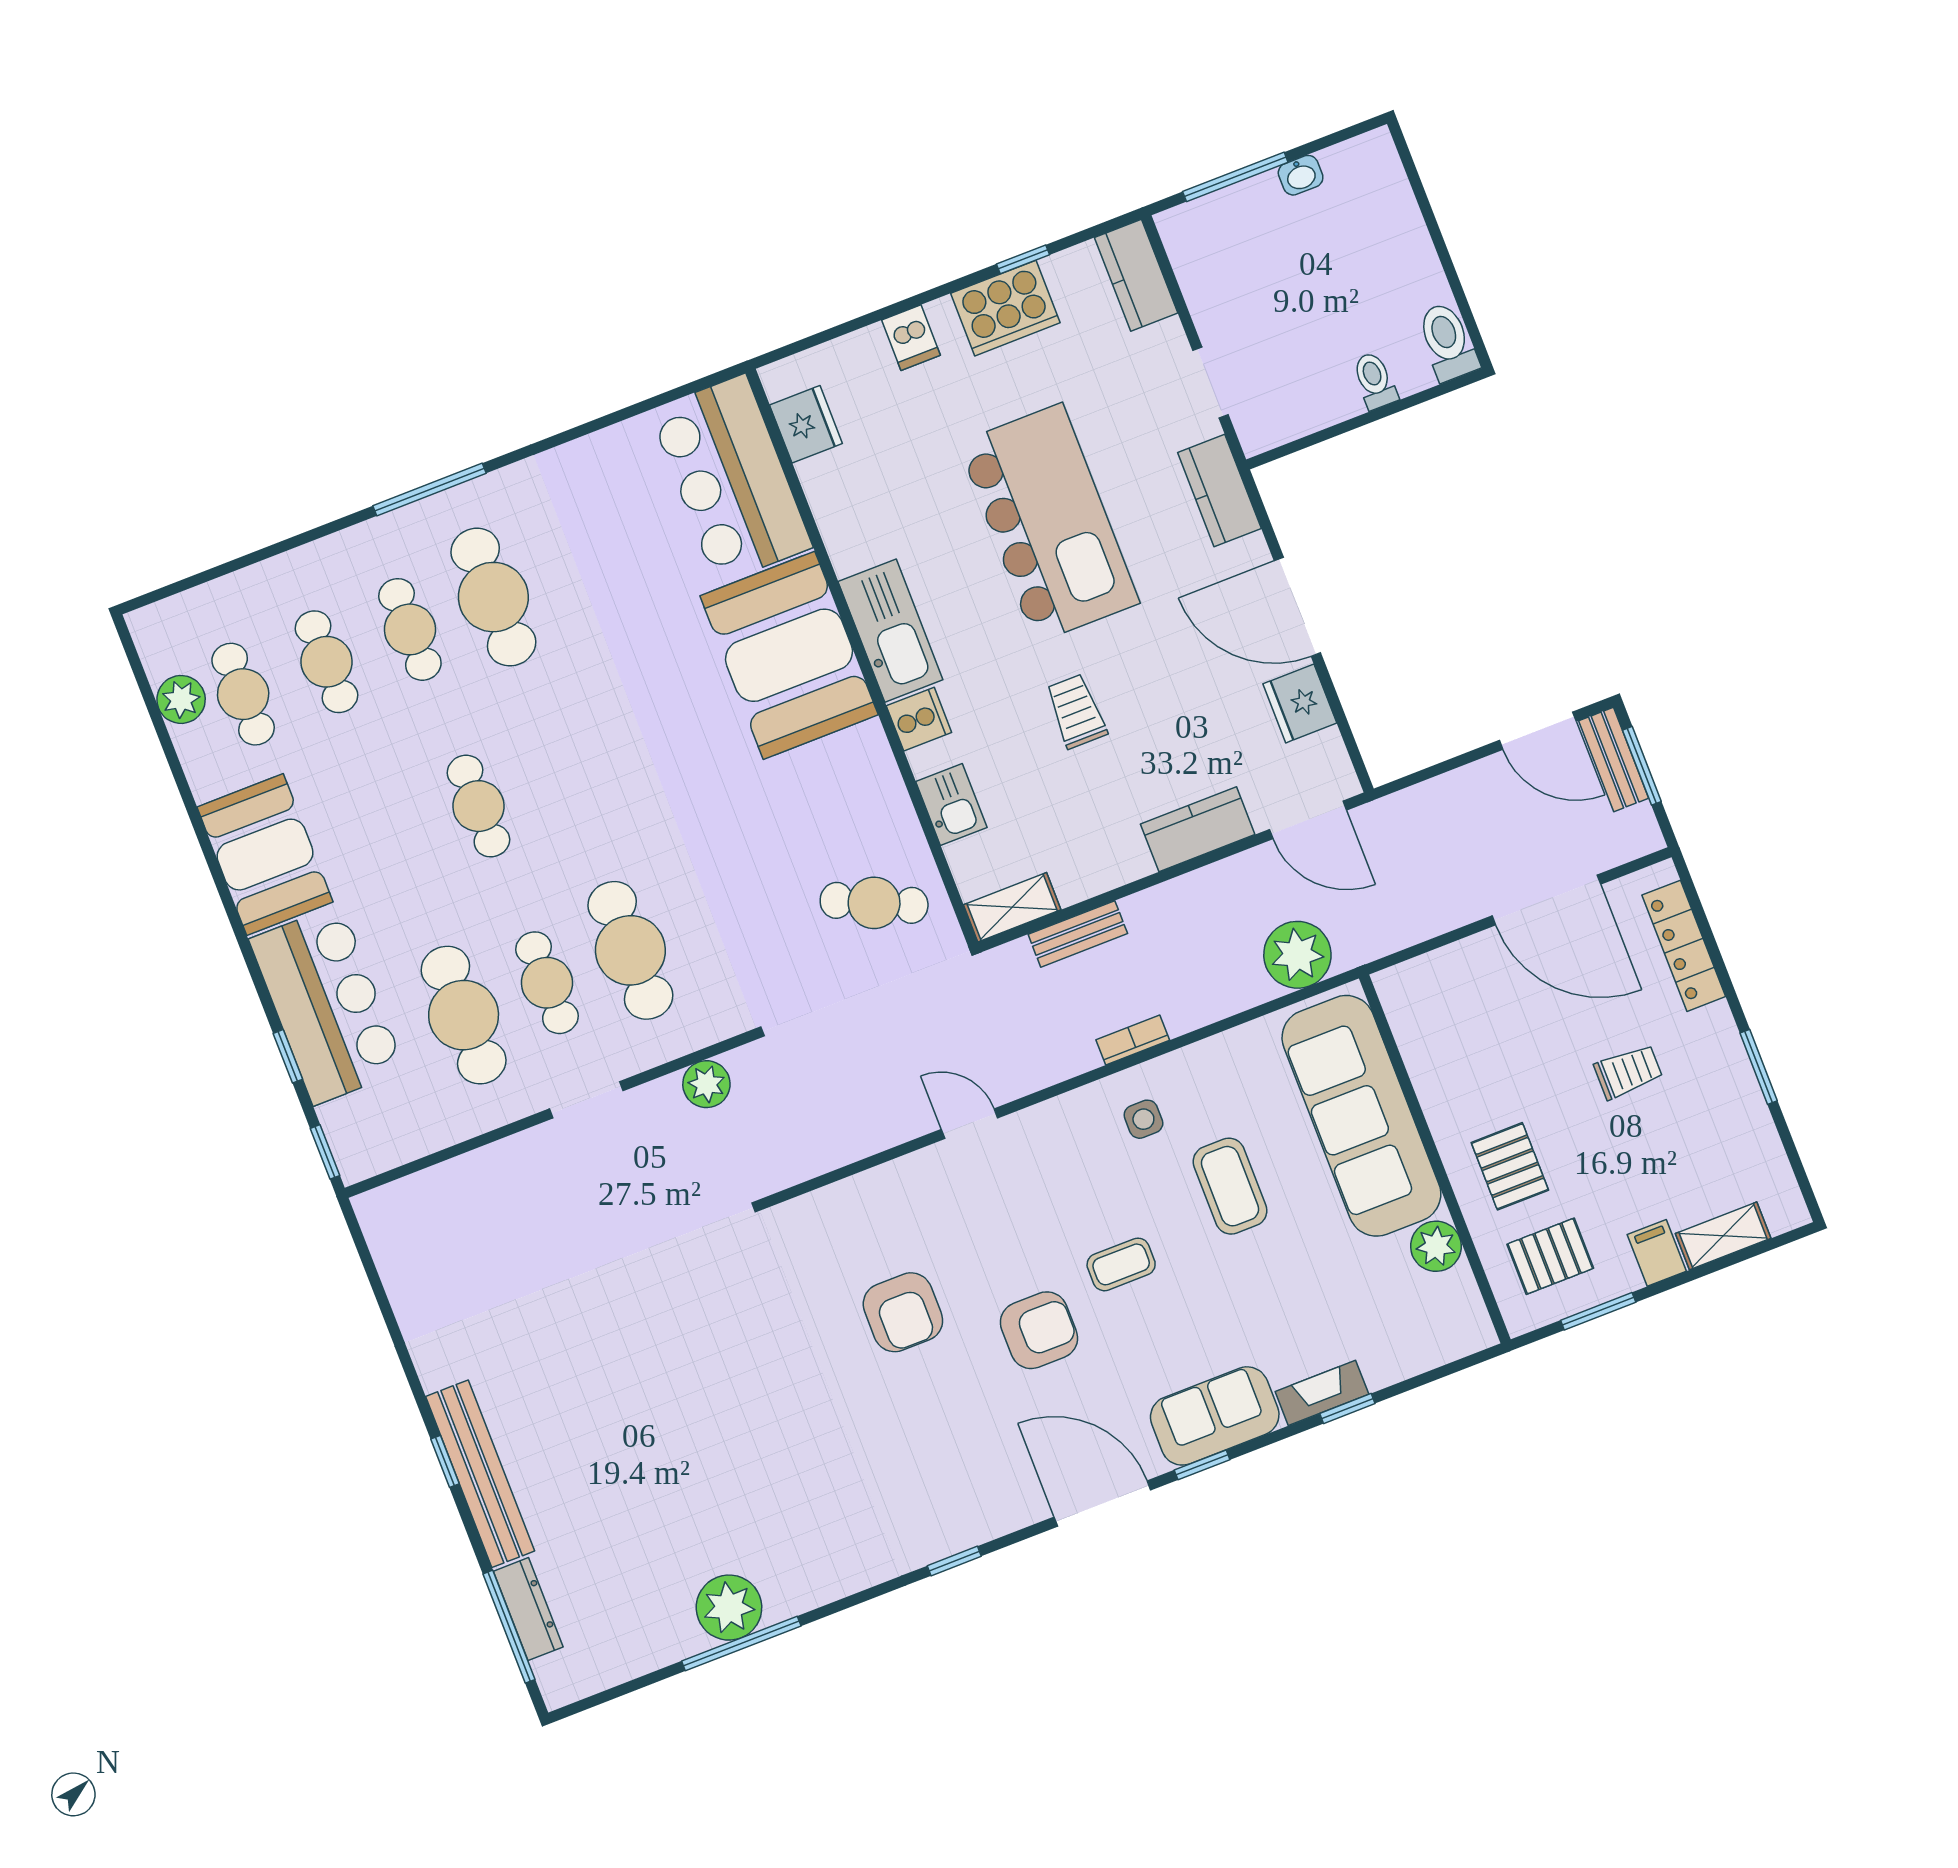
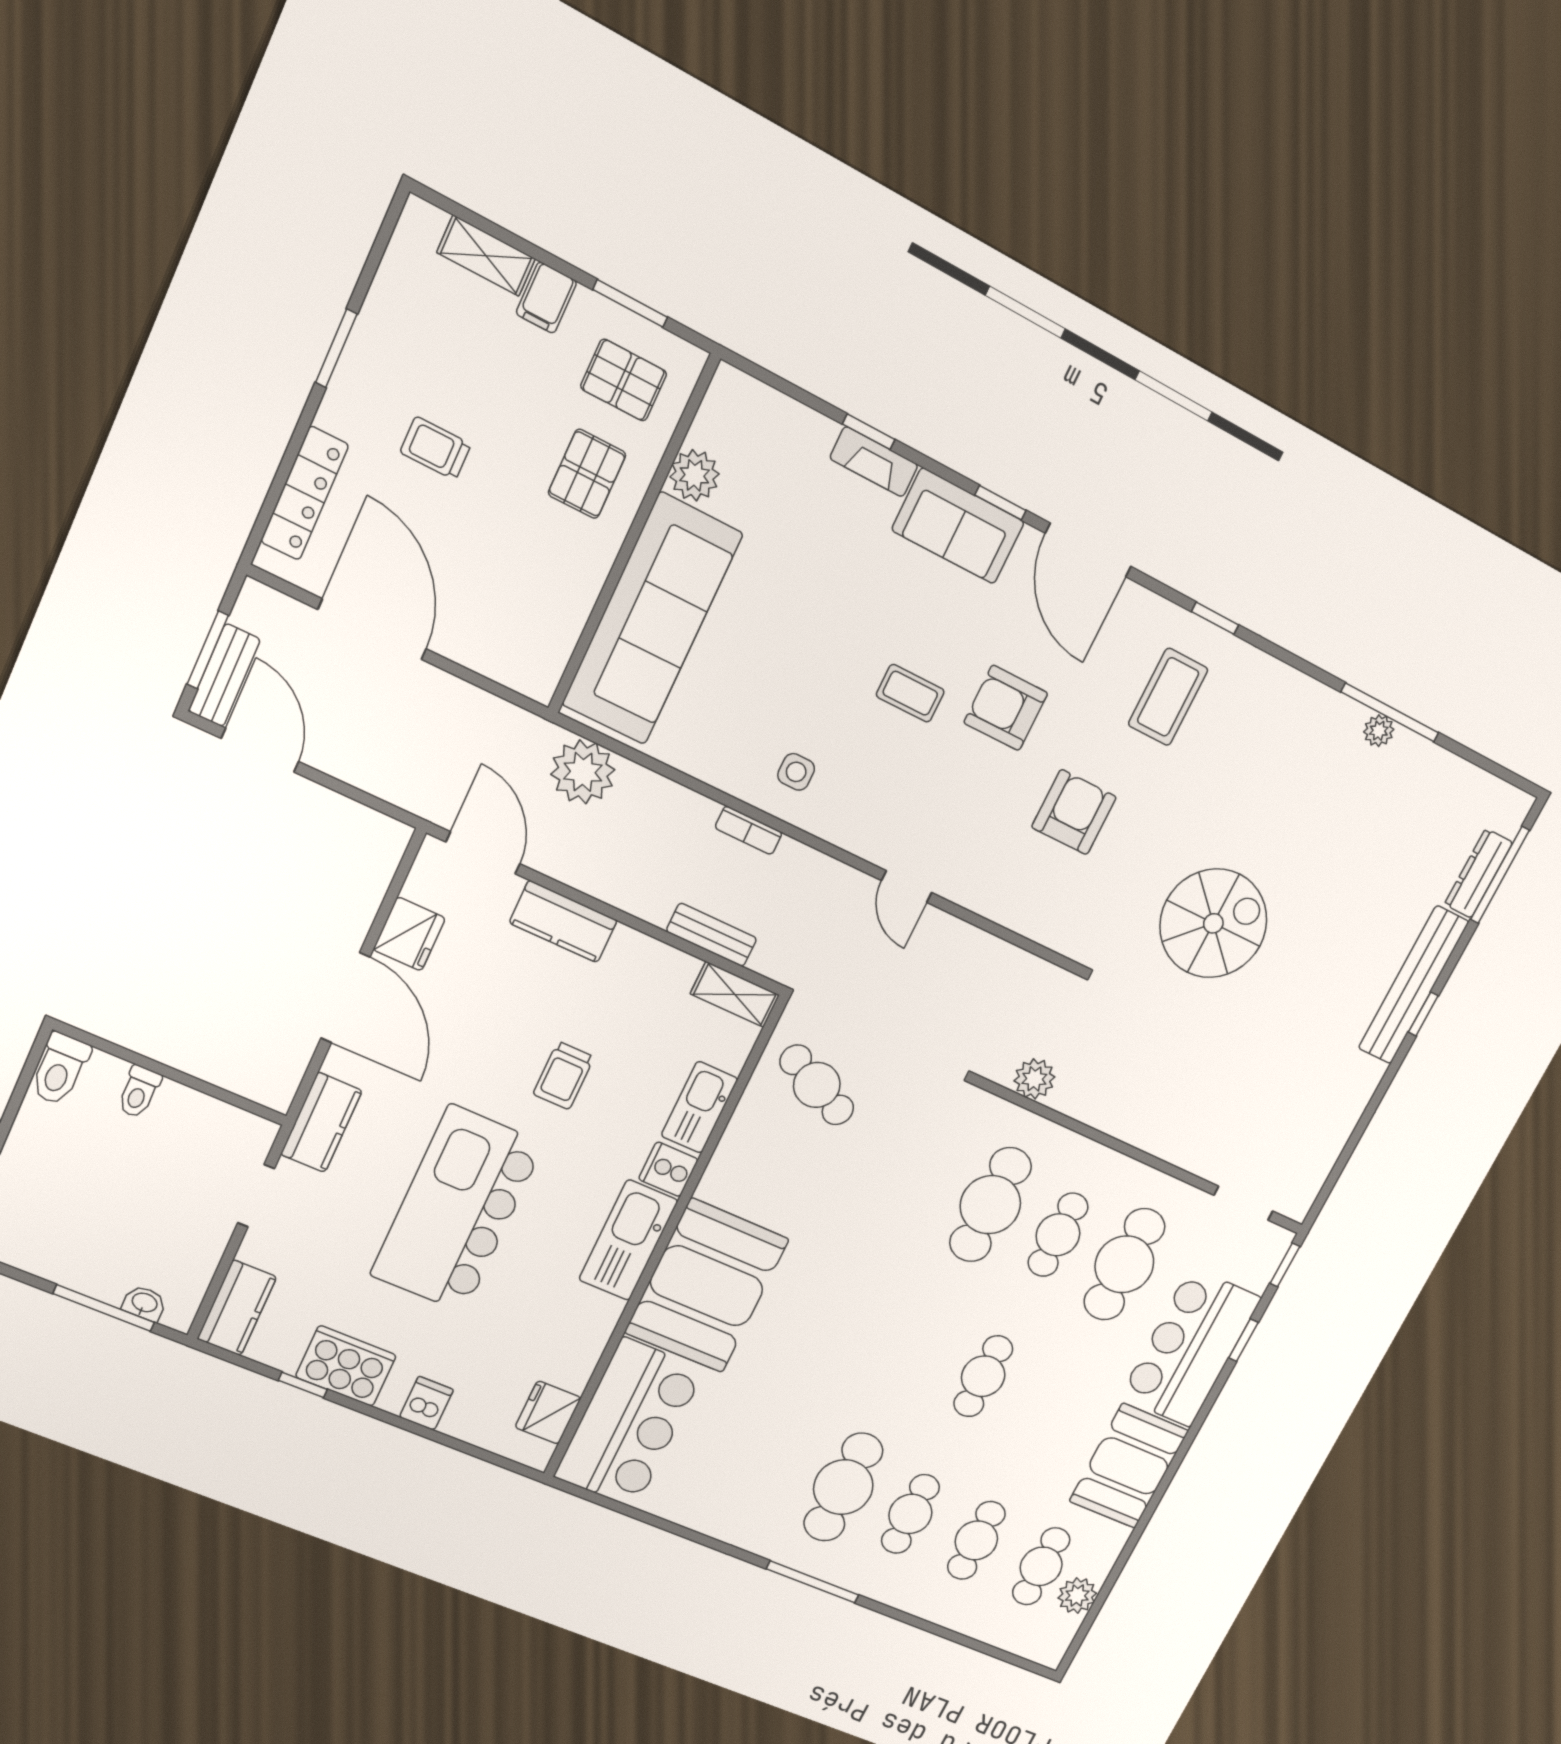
washbasin: (1301, 175) -> (144, 1303), moved
kitchen sink: (951, 805) -> (699, 1107), width x1.38
doorway: (586, 1100) -> (1243, 1203), moved
coffee table: (1230, 1186) -> (1168, 697), moved
spiral stairs: (699, 1348) -> (1213, 923), added
plant: (729, 1608) -> (1379, 731), width x0.53, depth x0.53

